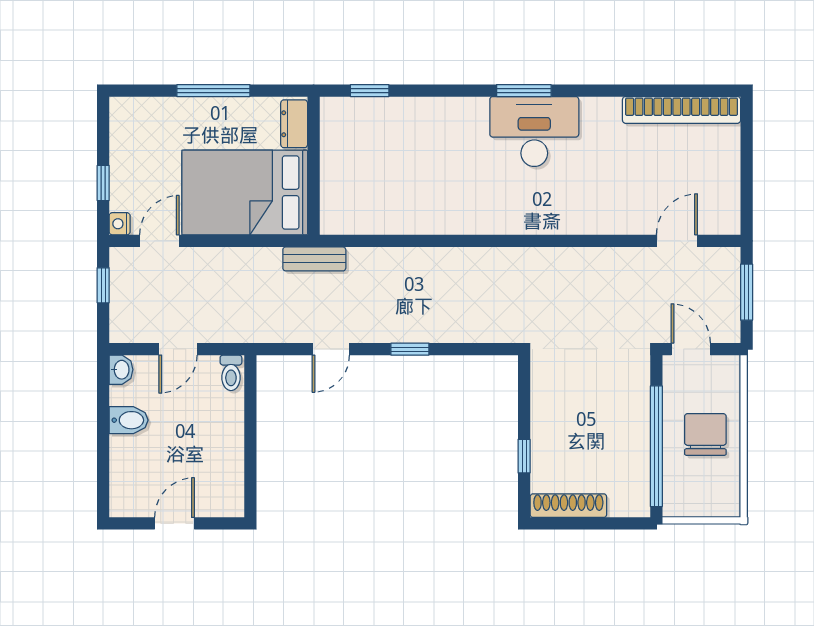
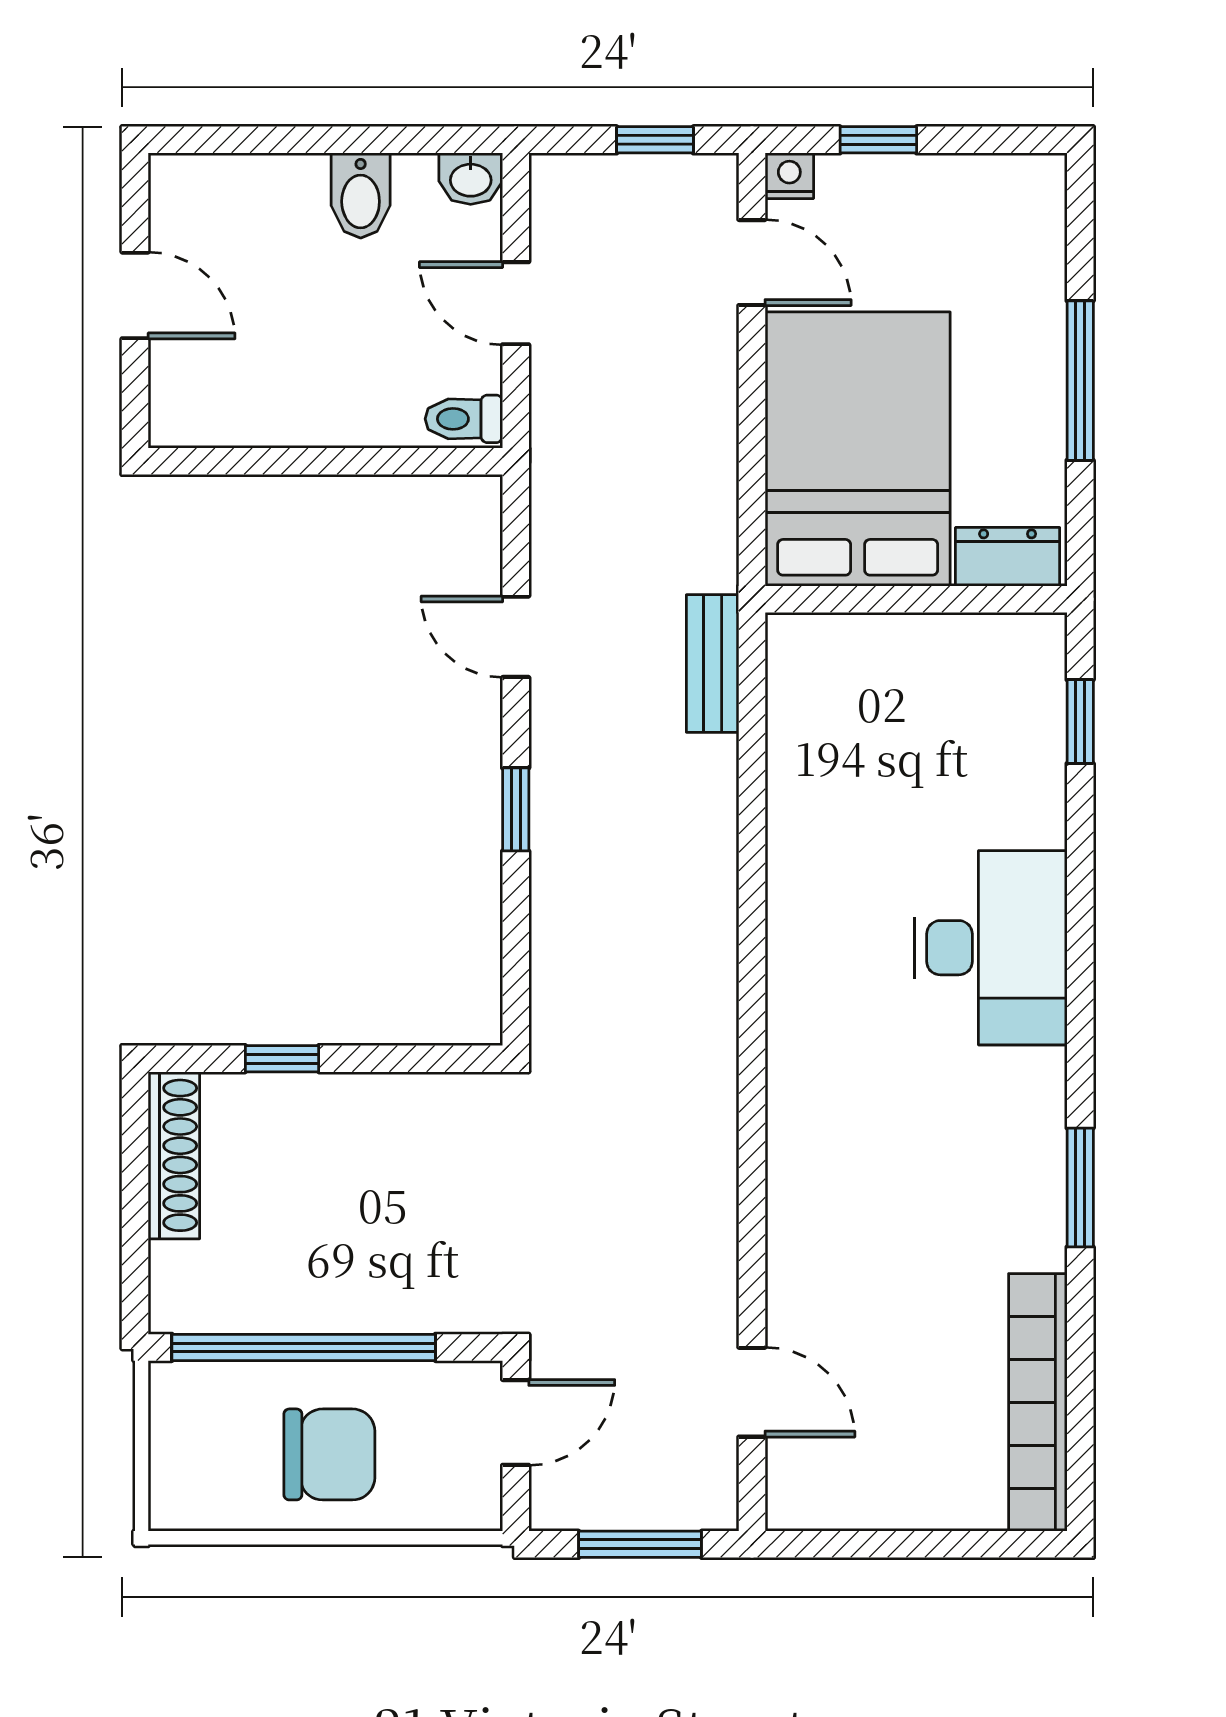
window: (524, 91) -> (1080, 1187), moved
desk: (534, 132) -> (991, 948), moved
bench: (314, 259) -> (713, 663), moved

